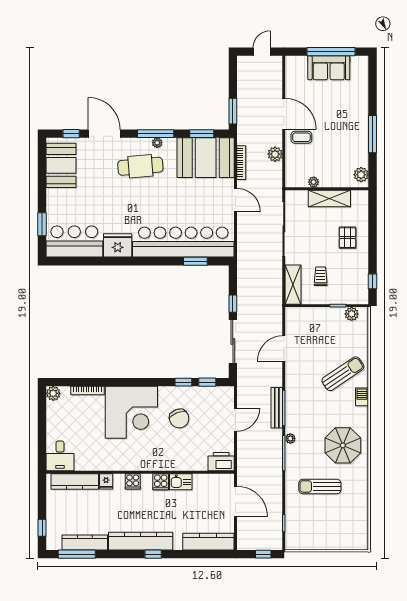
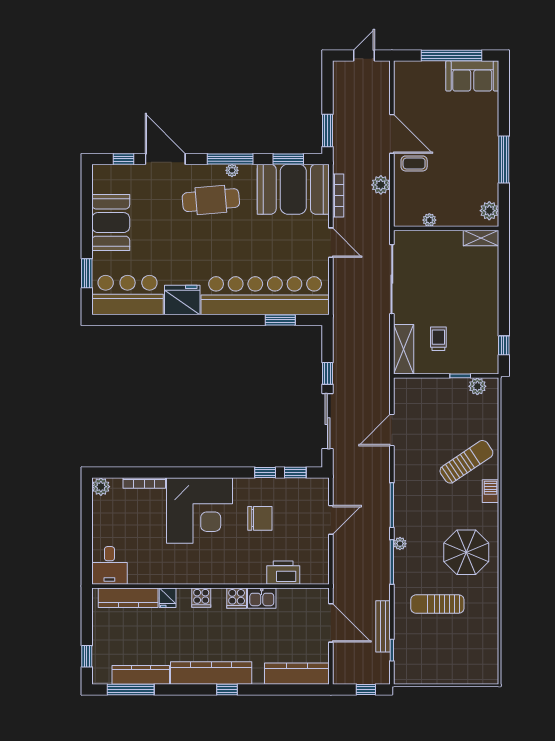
sofa: (329, 68) -> (472, 76), moved
booth: (61, 165) -> (111, 223), moved
shelving: (329, 198) -> (481, 238), moved, width x0.67, depth x0.75
pallet: (347, 238) -> (472, 290), removed
bench: (277, 408) -> (383, 626), moved
chair: (179, 418) -> (260, 518), turned -68
printer: (221, 462) -> (283, 573), moved

